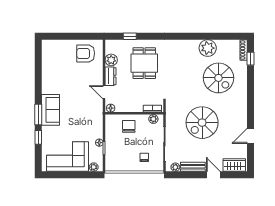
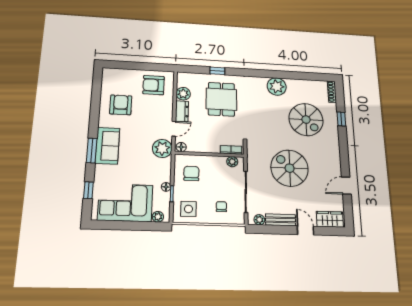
window: (130, 36) -> (217, 71), moved
plant: (208, 48) -> (277, 86), moved
window: (250, 59) -> (341, 119), moved
armchair: (59, 73) -> (121, 105), added
door: (104, 92) -> (174, 129), swing flipped
plant: (95, 110) -> (162, 148), added
spiral stairs: (202, 123) -> (290, 168), turned 90
chair: (129, 126) -> (191, 173), moved
window: (38, 137) -> (88, 190), moved
side table: (118, 160) -> (189, 209), added

